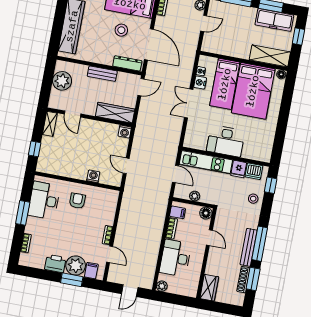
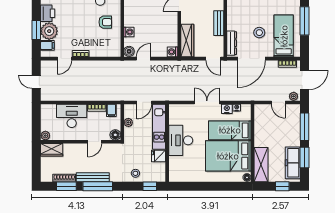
dishwasher: (254, 171) -> (159, 170), removed
boiler: (115, 180) -> (129, 51), added
plant: (162, 286) -> (45, 136), moved

